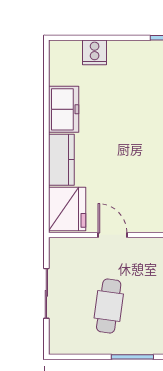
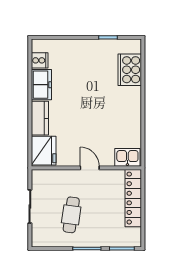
cooker: (95, 52) -> (40, 60), moved, turned -90
door: (113, 235) -> (90, 168), moved

